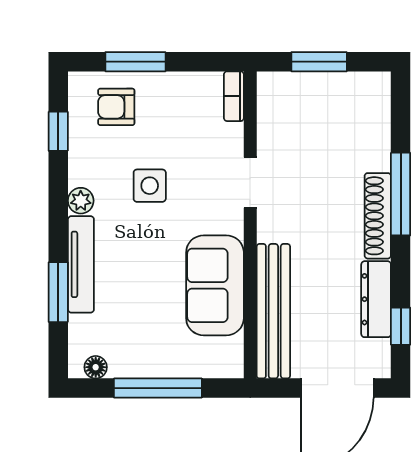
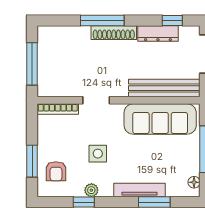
window: (319, 62) -> (32, 64), width x1.44
bookcase: (234, 96) -> (58, 109), width x1.56
window: (58, 131) -> (84, 202), moved
plant: (81, 201) -> (91, 190), moved
sofa: (215, 285) -> (160, 119), width x1.36

